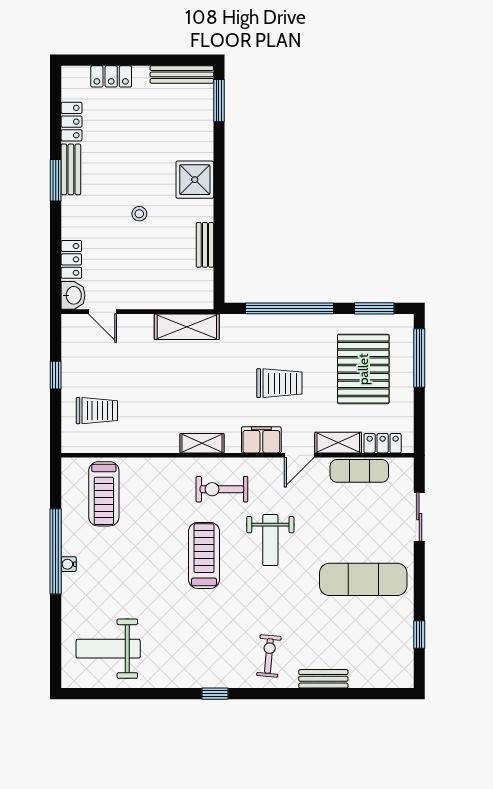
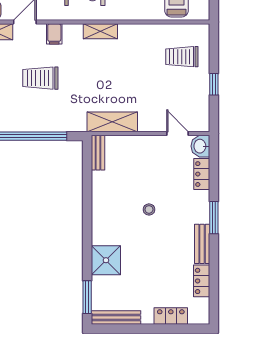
window: (56, 180) -> (214, 218), moved
shower: (195, 180) -> (106, 260), moved
bench: (205, 245) -> (98, 153), moved
filing cabinet: (261, 440) -> (54, 34), width x0.50

